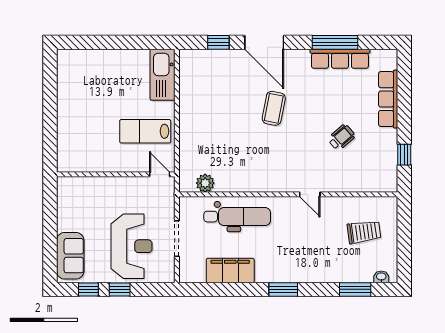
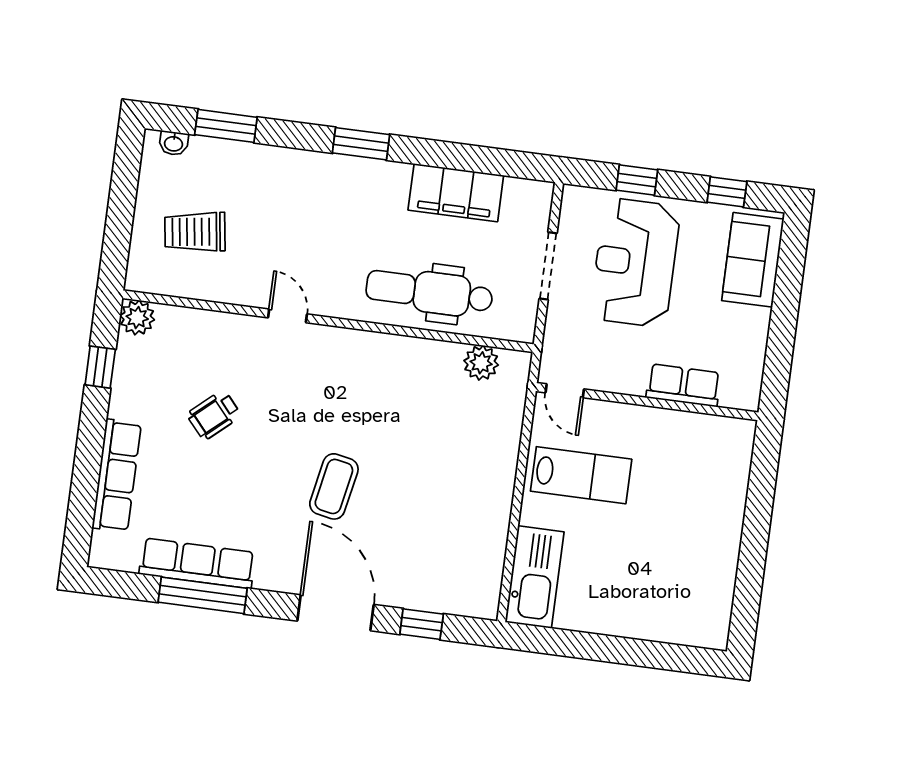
plant: (388, 183) -> (137, 318), added
row of seats: (98, 185) -> (684, 385), added
window: (120, 289) -> (637, 180), moved

